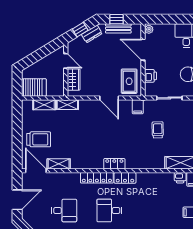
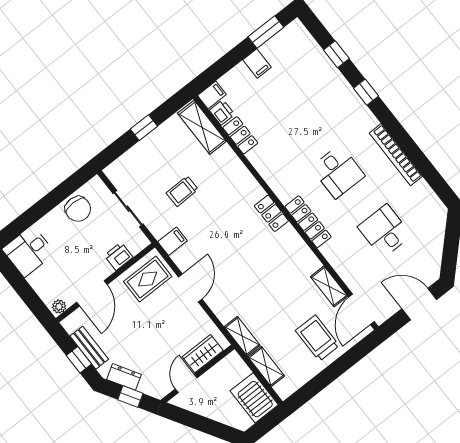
locker: (125, 178) -> (240, 135), moved

